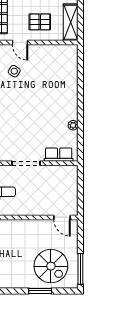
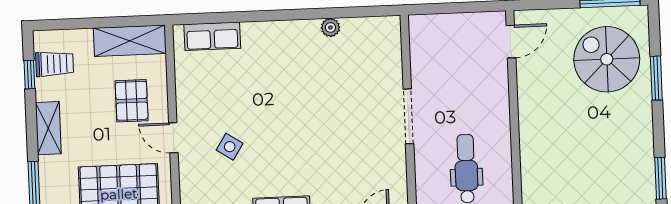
door: (20, 43) -> (173, 138), swing flipped
row of seats: (59, 155) -> (212, 36), moved, turned -90
spiral stairs: (51, 266) -> (607, 59), turned -90

